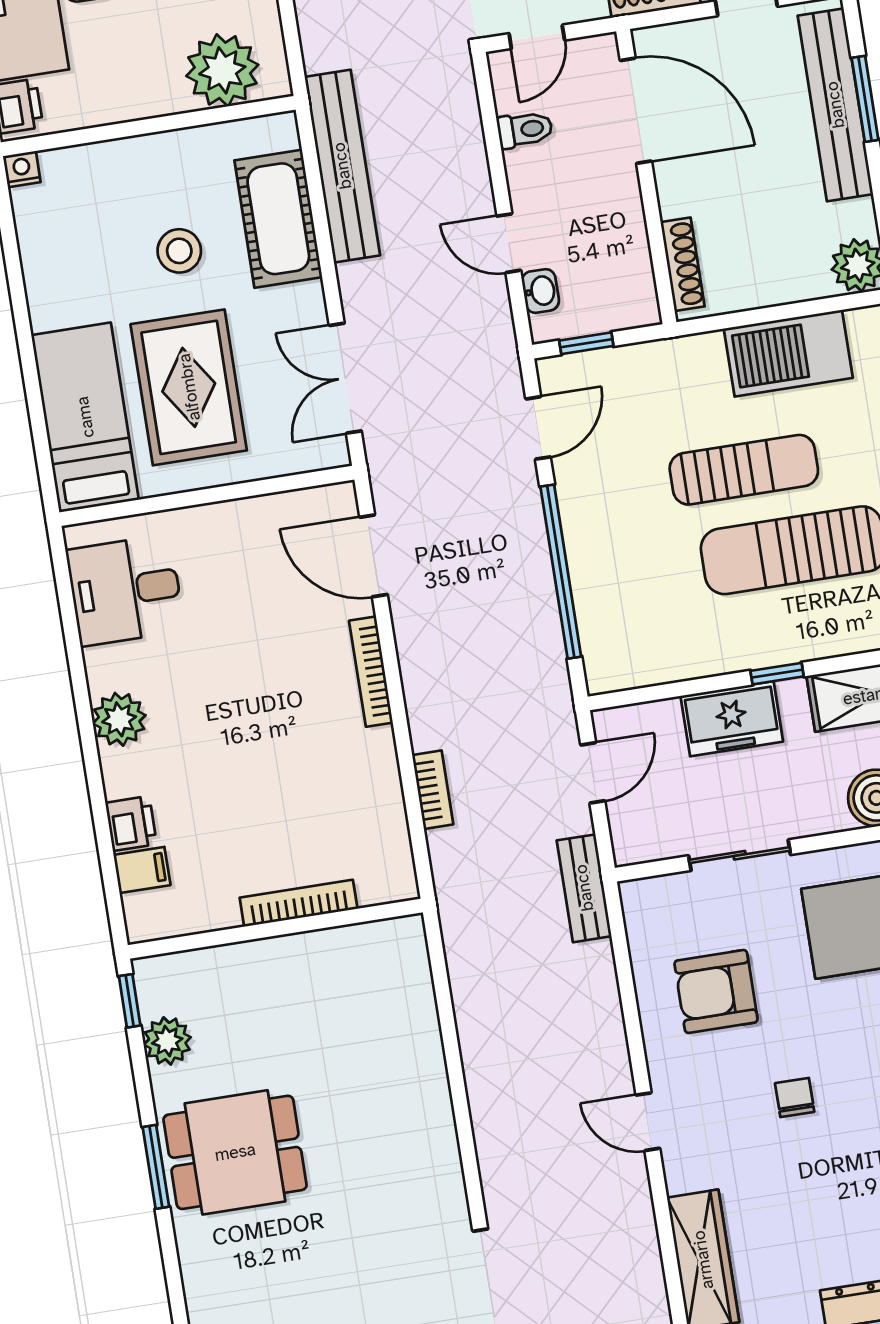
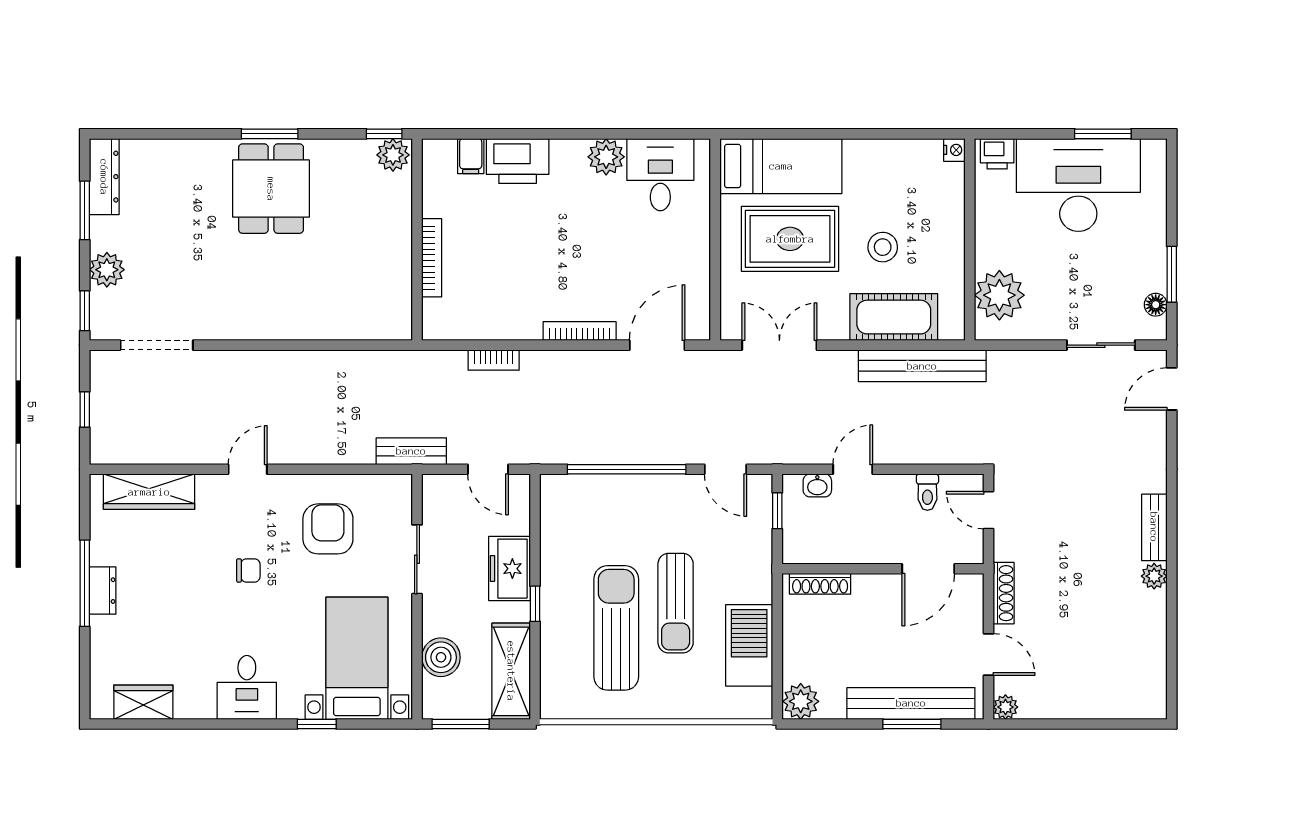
door: (636, 111) -> (928, 569), width x0.73
plant: (119, 719) -> (606, 157), moved
printer: (131, 824) -> (518, 161), width x1.87, depth x1.48
plant: (167, 1041) -> (393, 155), moved

